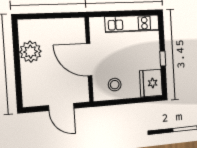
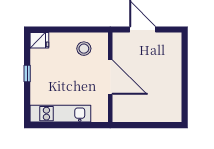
plant: (31, 52) -> (171, 89), removed
fridge: (151, 83) -> (39, 40), width x0.53, depth x0.75

